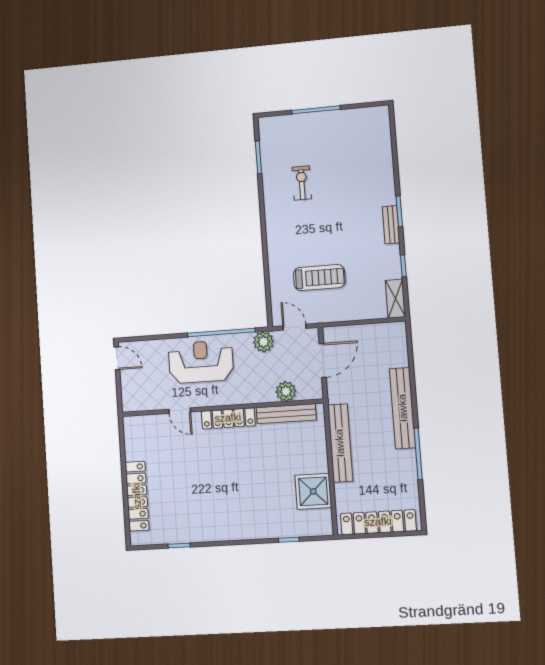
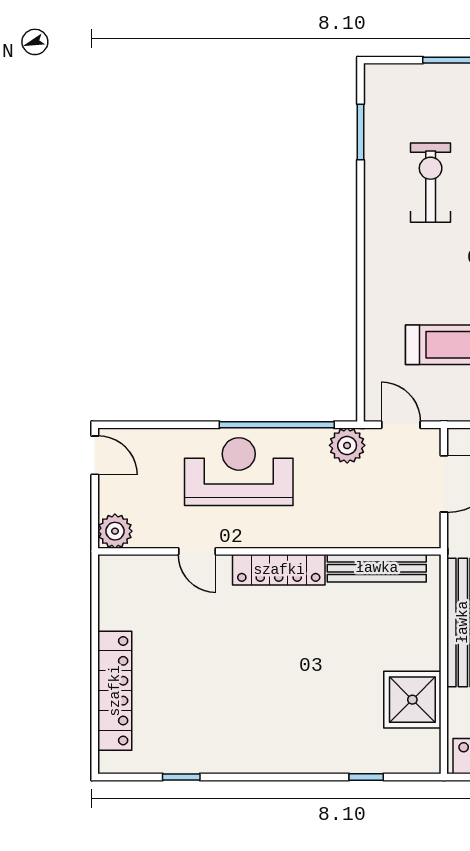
exercise bike: (302, 183) -> (431, 183), width x1.38, depth x1.39
plant: (286, 391) -> (115, 531), moved

